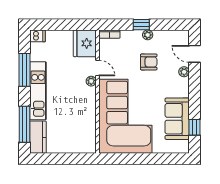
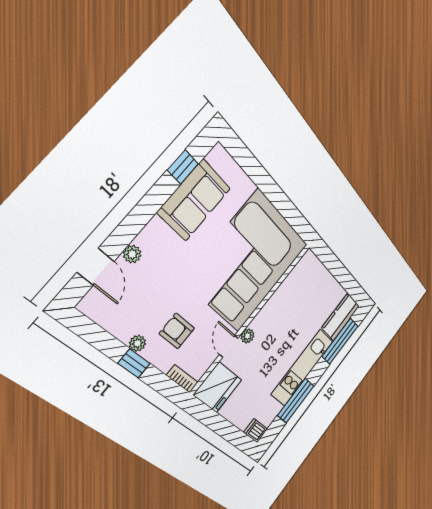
armchair: (149, 62) -> (177, 331), moved

